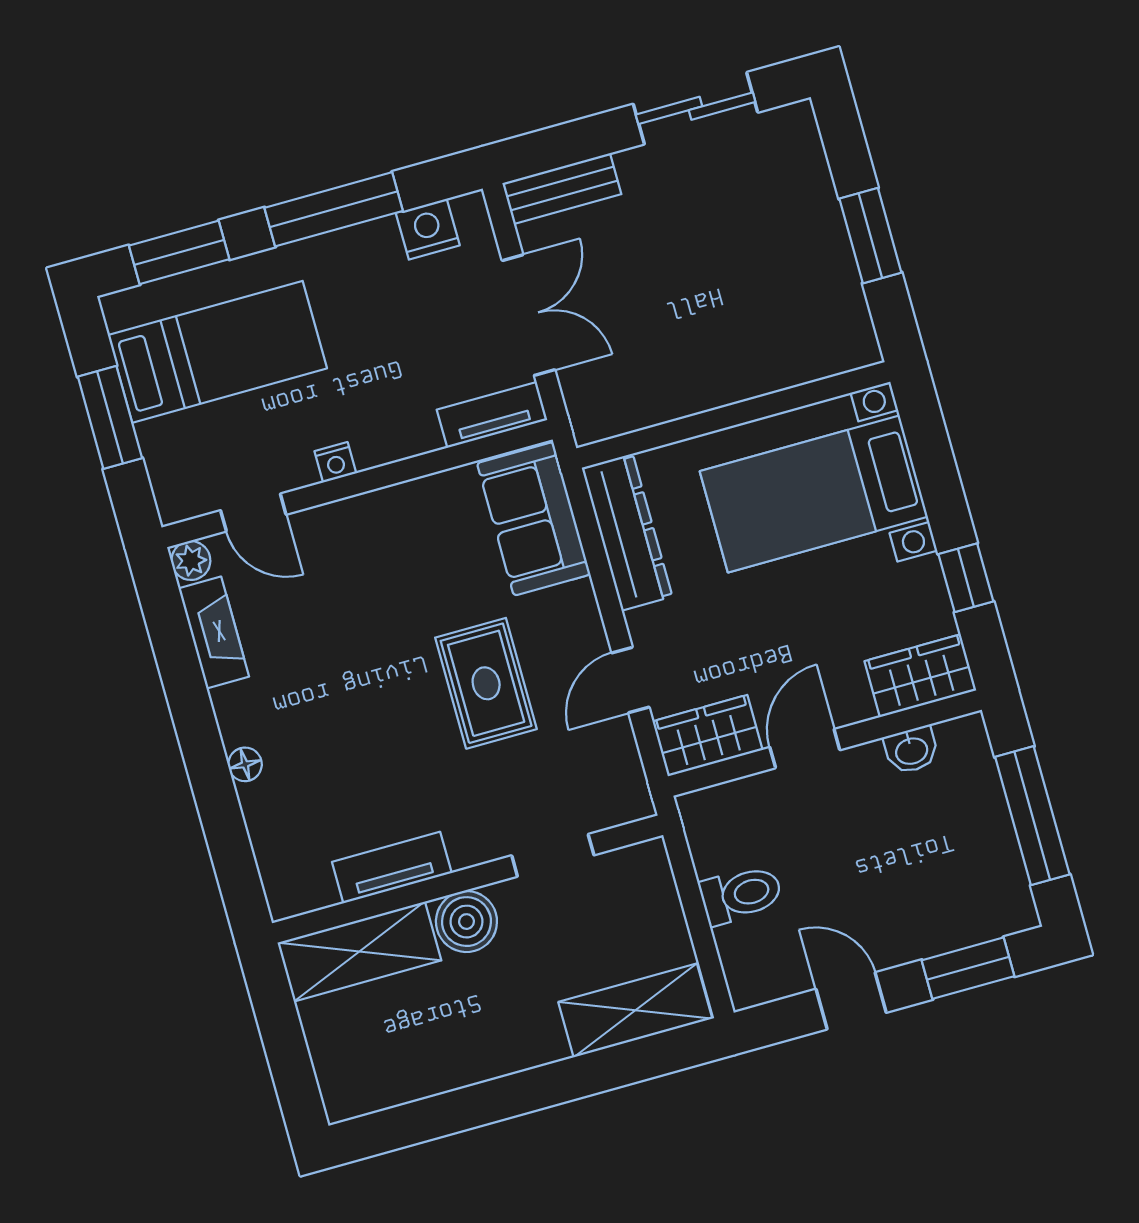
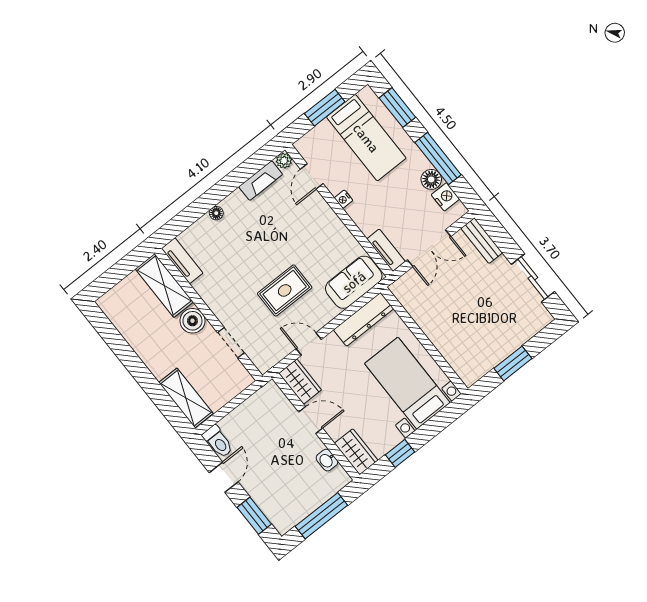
floor lamp: (375, 244) -> (431, 179), added
tv unit: (392, 868) -> (182, 261), moved
toilet: (741, 895) -> (218, 442), moved

